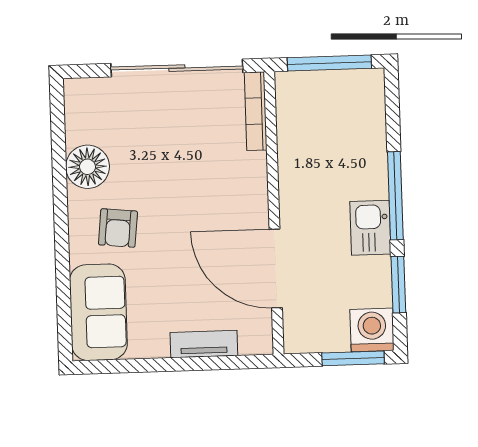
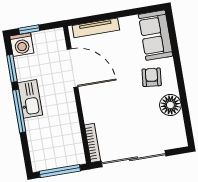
kitchen sink: (370, 228) -> (30, 99), width x1.38
tv unit: (204, 344) -> (96, 28), width x1.41
window: (353, 358) -> (29, 29), width x0.67

